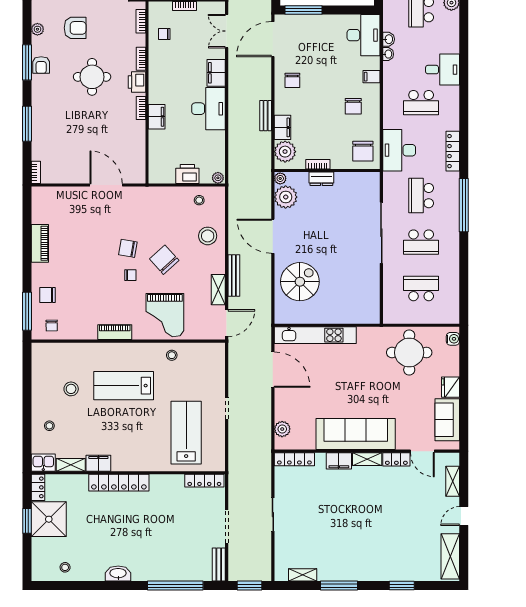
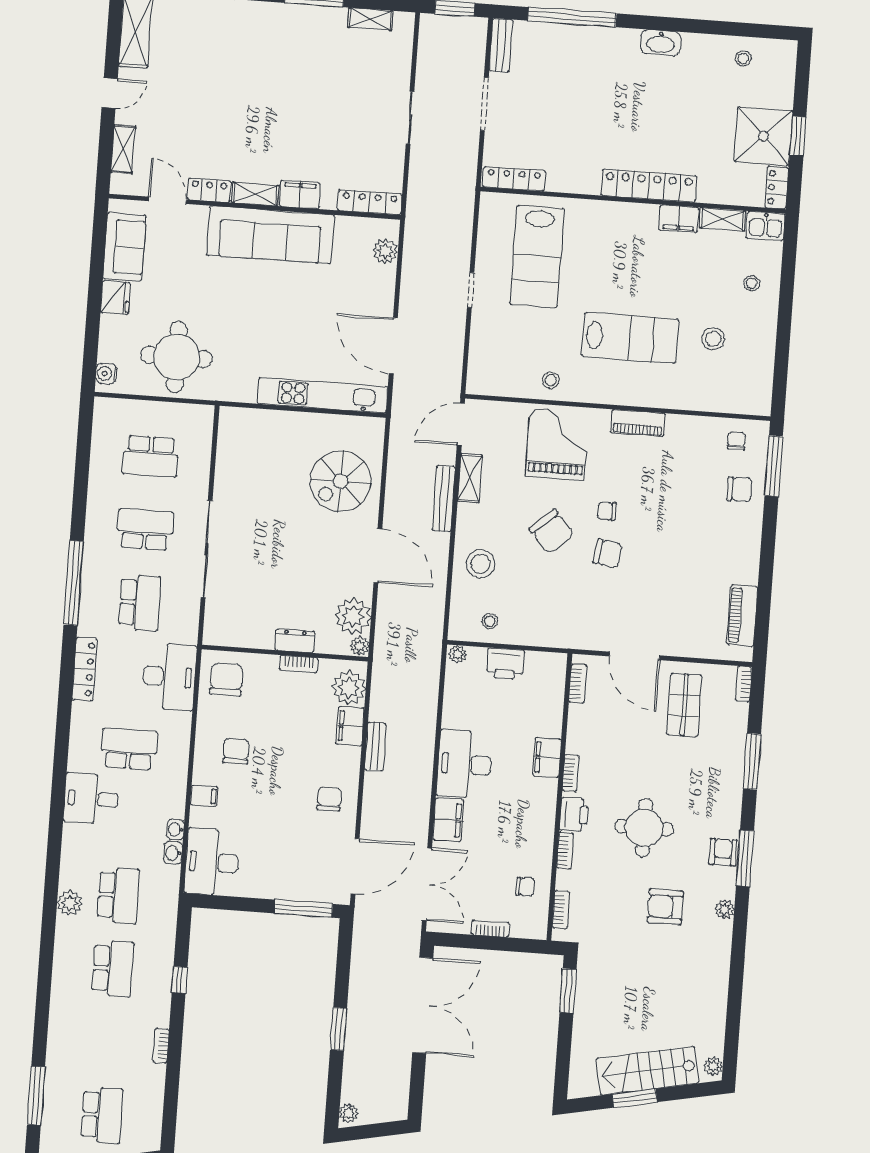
double door: (227, 31) -> (427, 884), width x1.37
shop shelf: (72, 156) -> (684, 705), added
bookcase: (141, 165) -> (578, 683), added
piano: (40, 243) -> (742, 615), moved

